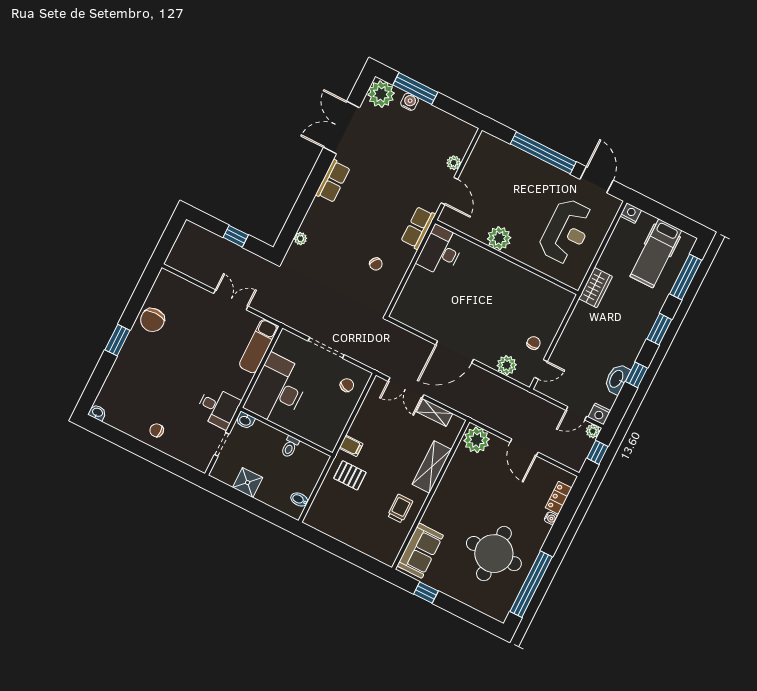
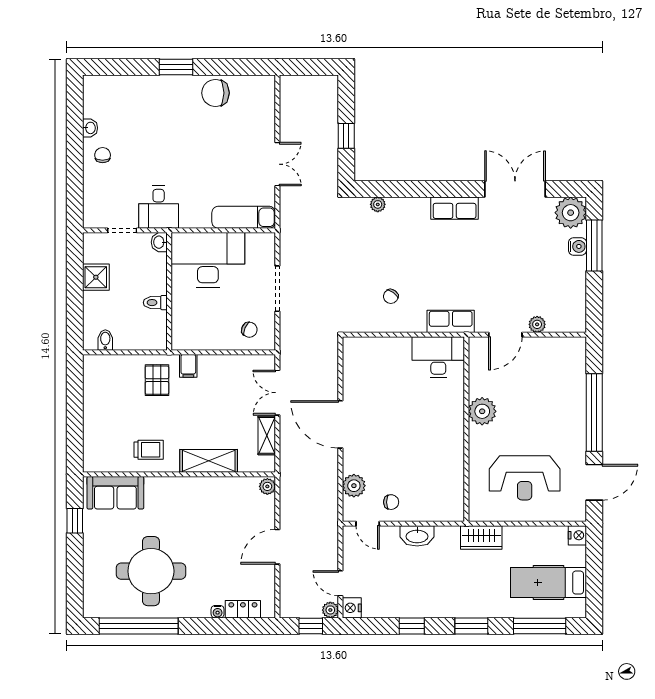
washbasin: (617, 379) -> (417, 536), moved, turned 180
washbasin: (97, 413) -> (90, 128), moved
plant: (477, 440) -> (267, 486), width x0.53, depth x0.53

